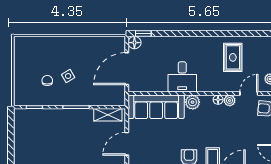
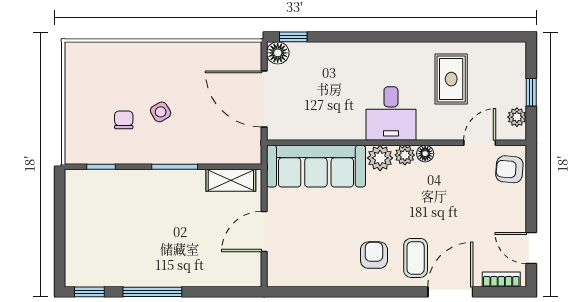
door: (127, 69) -> (264, 99), hinge flipped
desk: (182, 77) -> (391, 113), moved
plant: (230, 100) -> (405, 155), moved

